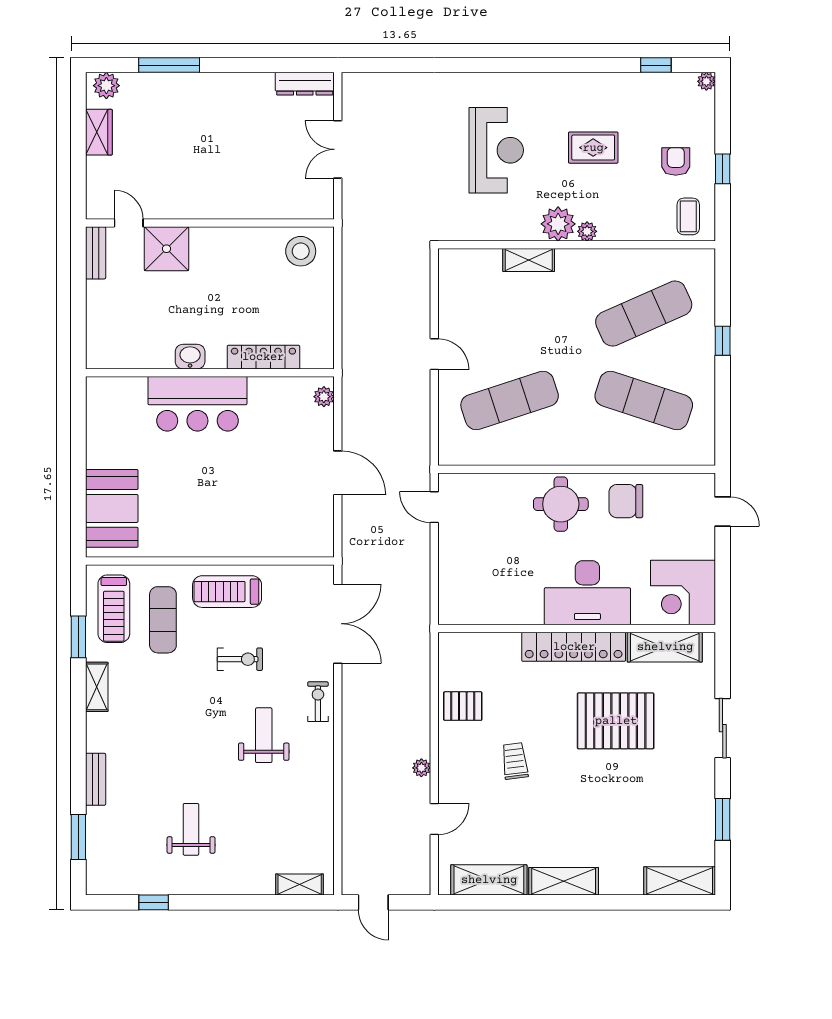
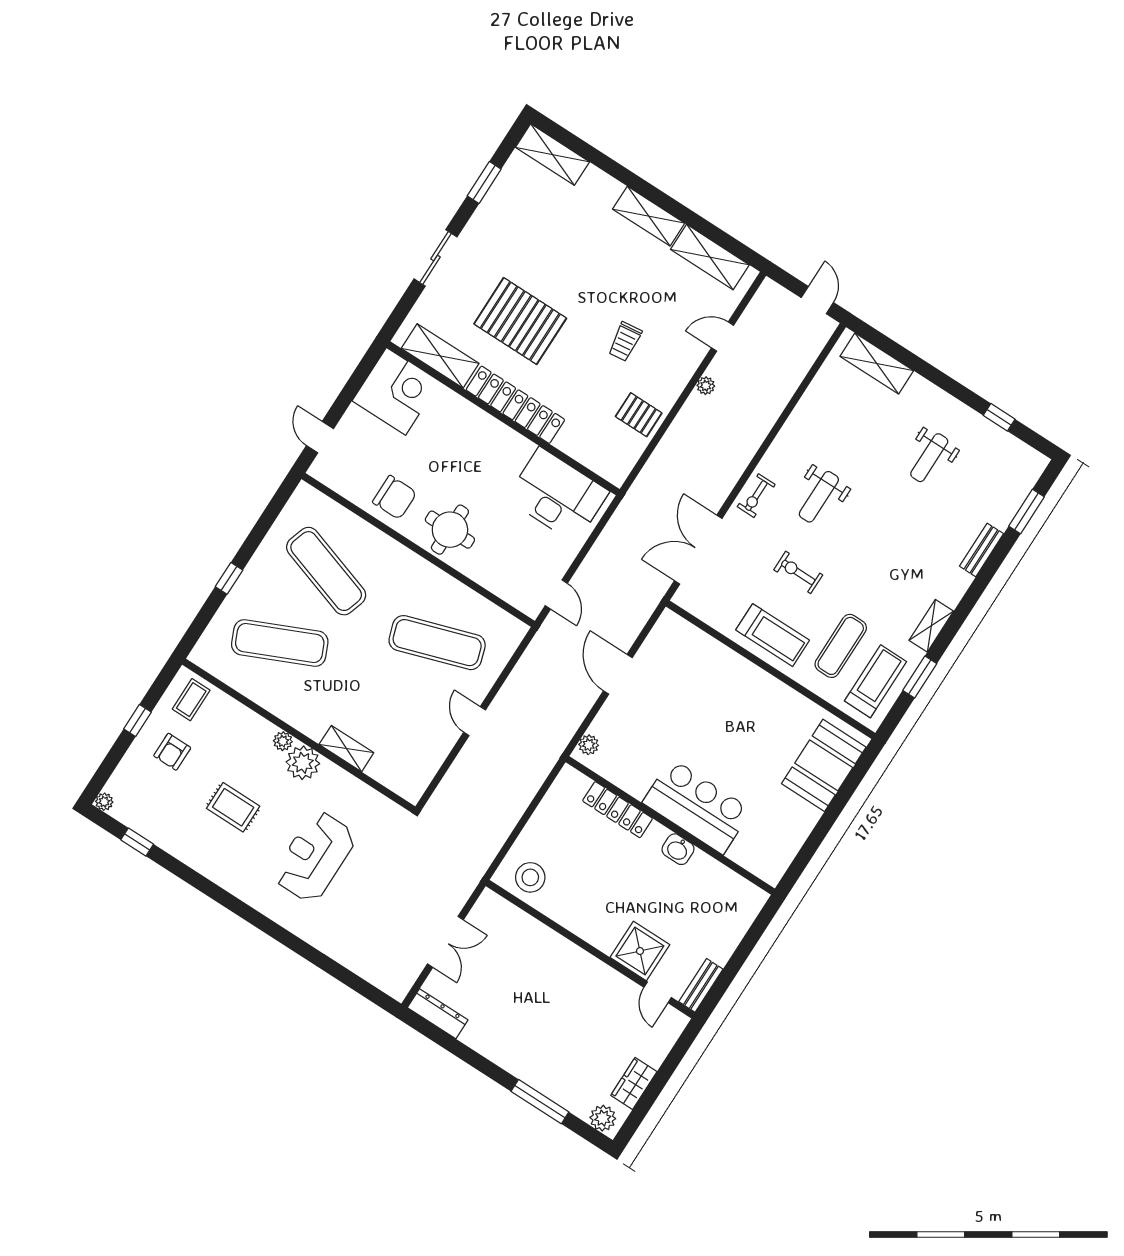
desk: (587, 593) -> (558, 495), moved
shelving: (300, 884) -> (877, 363), width x1.50, depth x1.33

